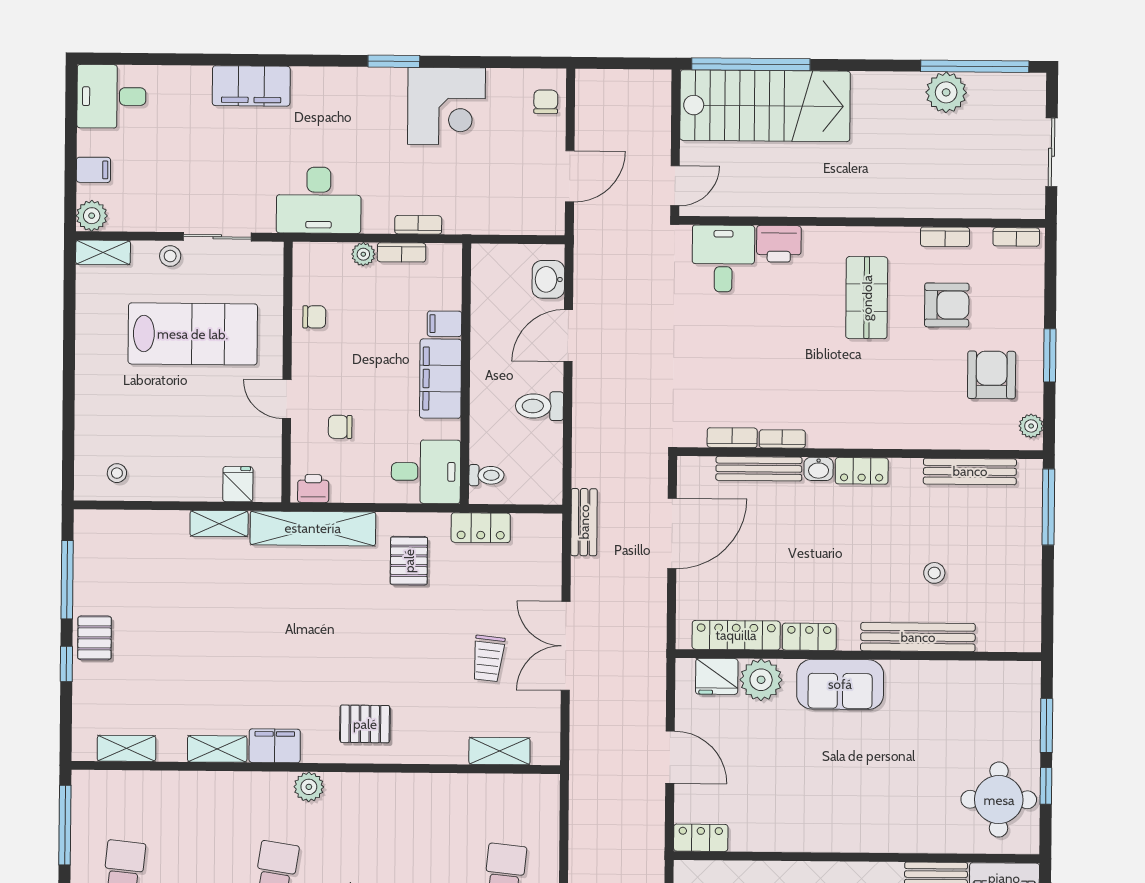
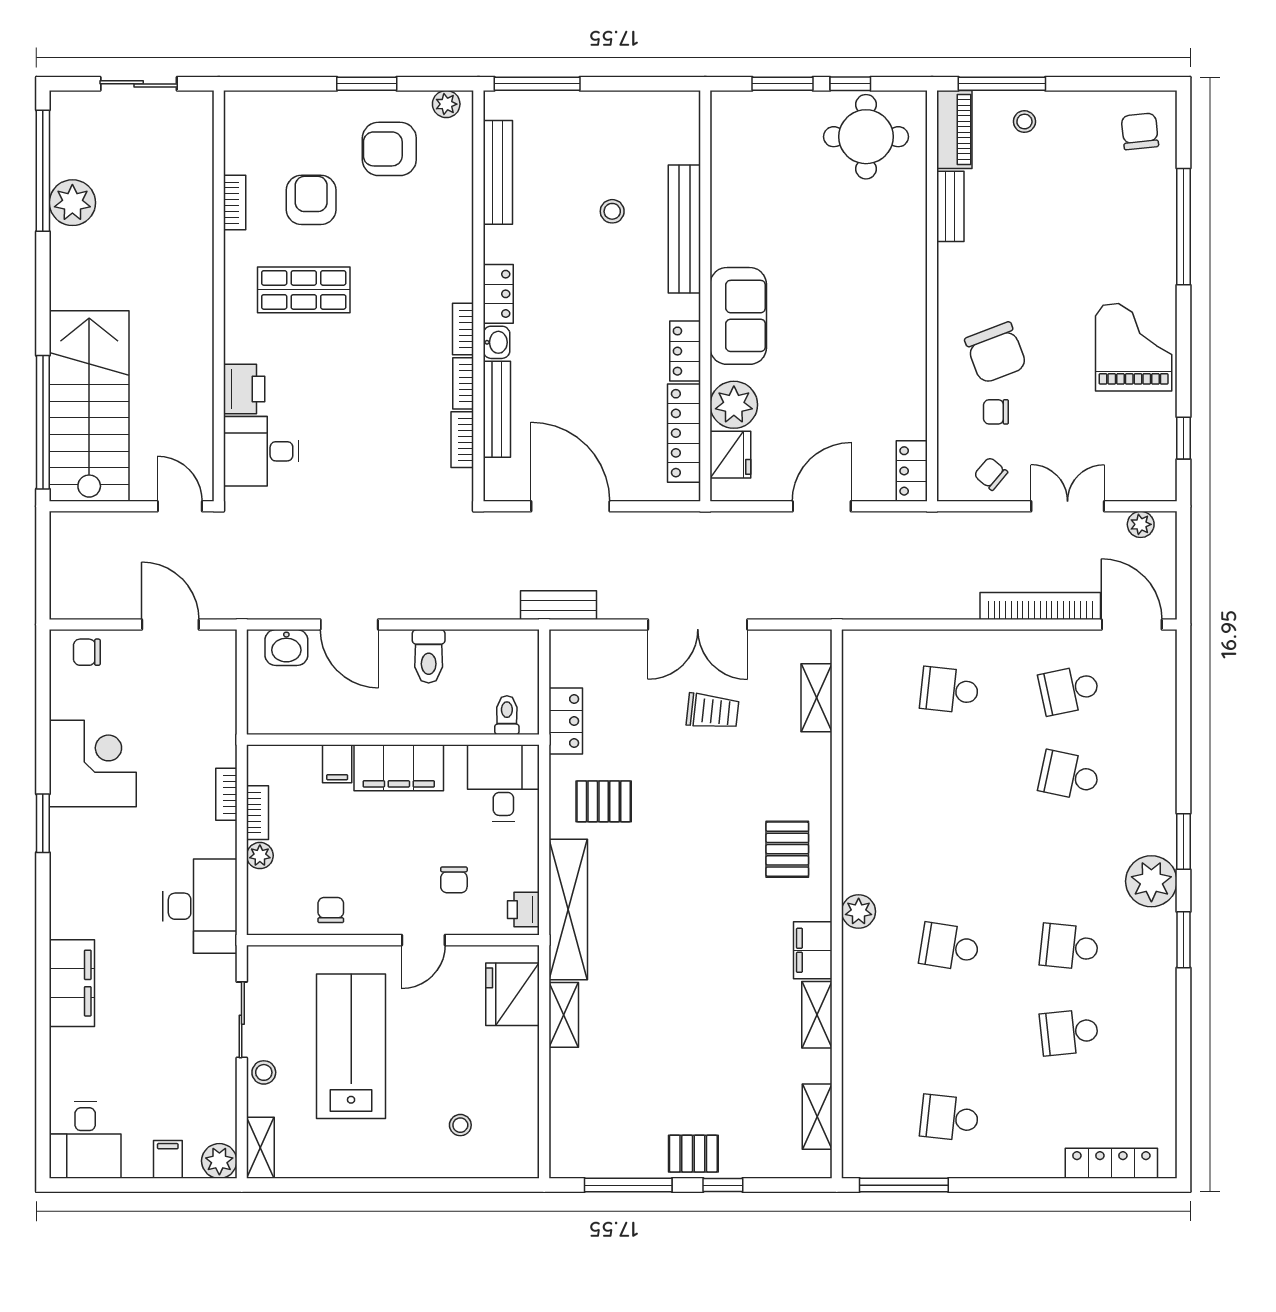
bookcase: (1016, 237) -> (463, 329), moved, turned 180
stool: (117, 473) -> (460, 1125), moved
fridge: (238, 484) -> (513, 994), width x1.88, depth x1.34

